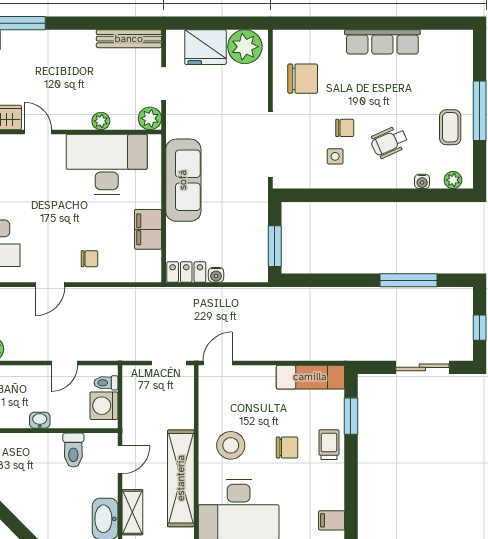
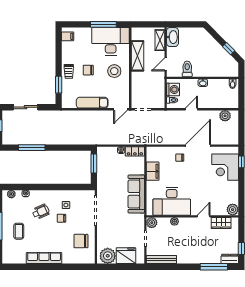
coffee table: (450, 127) -> (19, 231), moved
door: (38, 132) -> (204, 216), swing flipped
door: (50, 285) -> (198, 146), width x1.87
exam couch: (310, 377) -> (92, 103), moved
shelving: (181, 478) -> (137, 56), width x0.68

